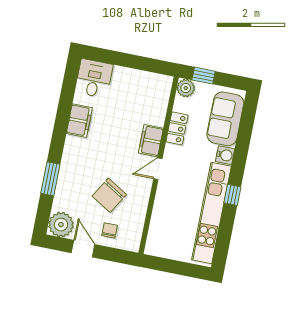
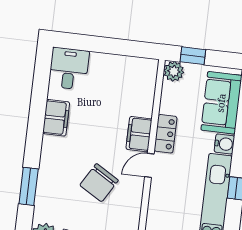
locker: (177, 128) -> (166, 134), moved
chair: (109, 195) -> (99, 183), moved

